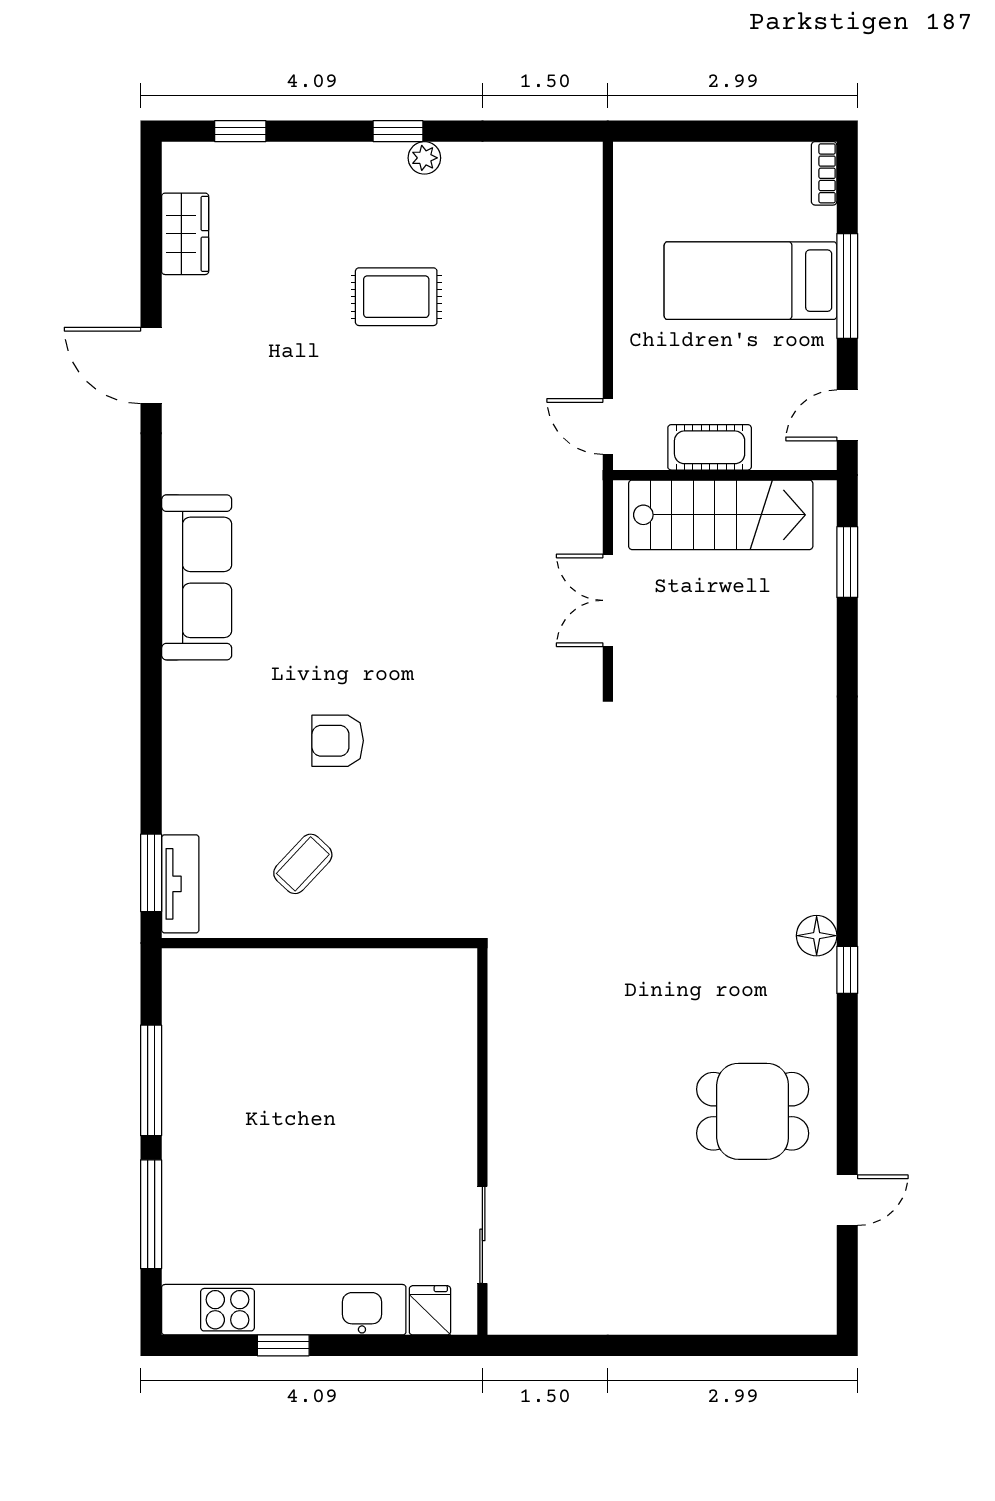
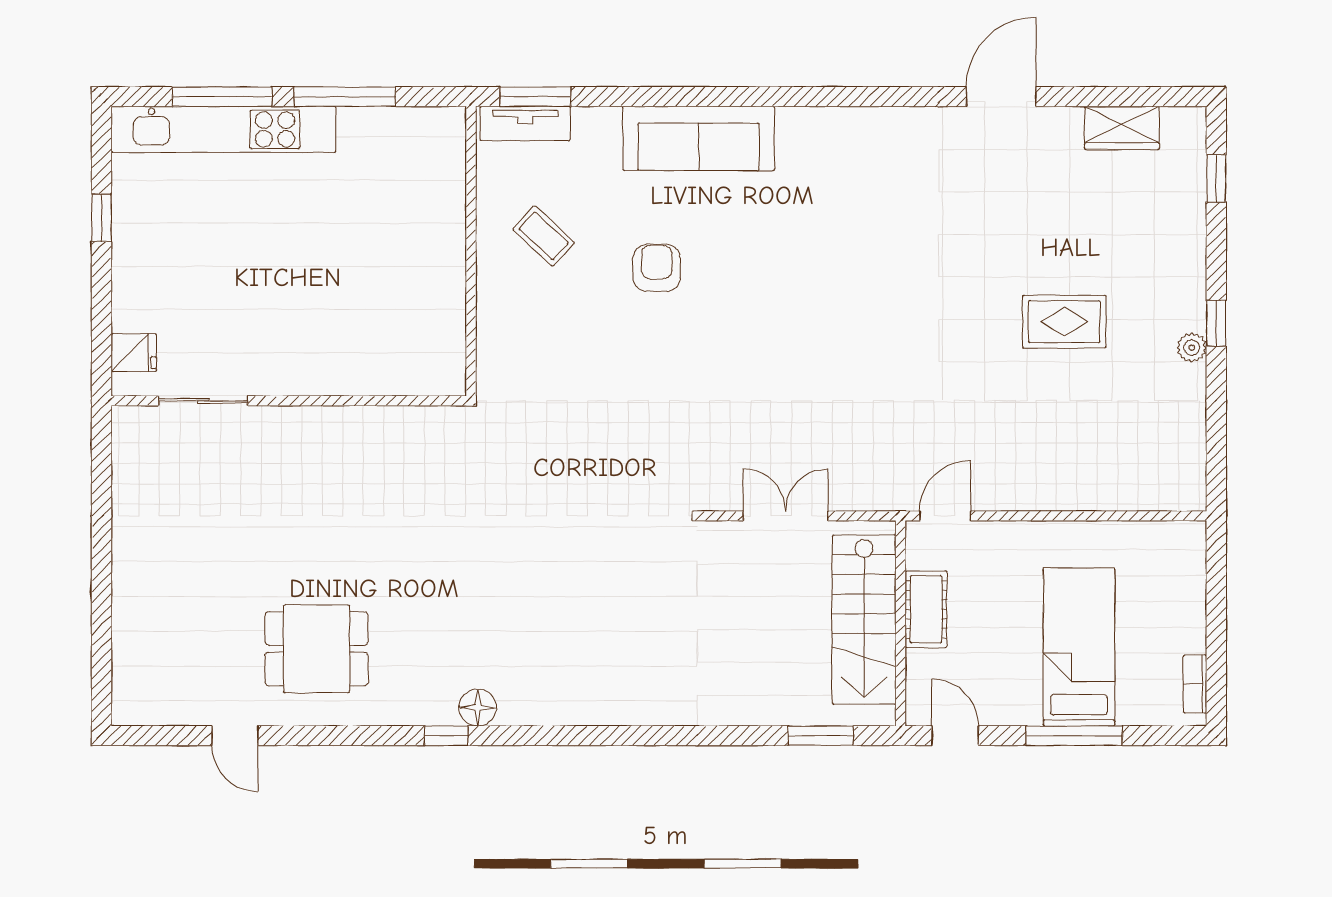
bookcase: (824, 173) -> (1195, 684), moved, turned -90
rug: (396, 297) -> (1064, 322), turned 90
sofa: (197, 577) -> (699, 138), moved
dining table: (753, 1111) -> (317, 649), turned 90
kitchen unit: (284, 1310) -> (223, 129), moved, turned 90

